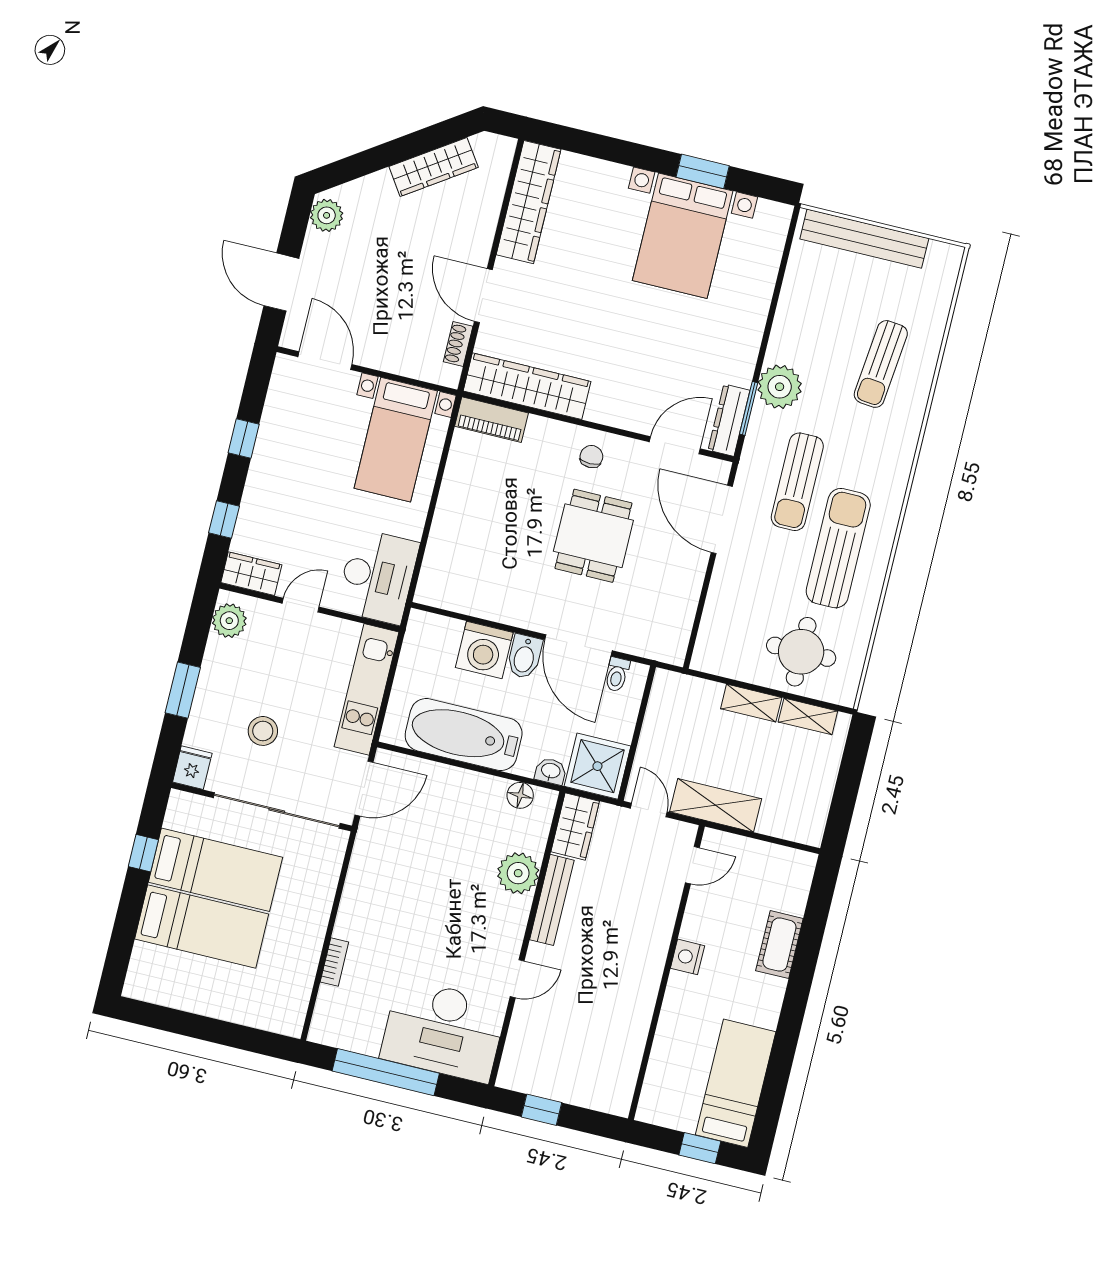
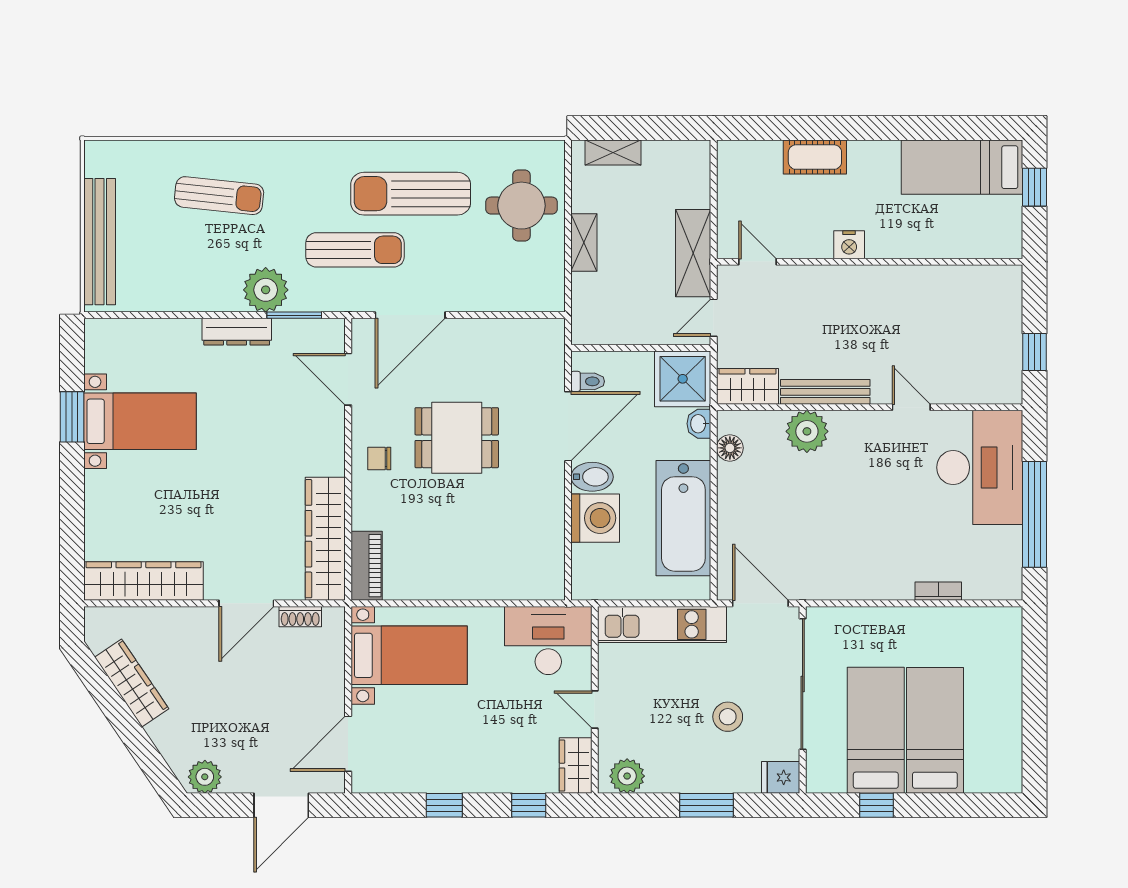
bed with nightstands: (683, 236) -> (140, 421), width x0.73
dresser: (729, 420) -> (237, 332), moved
shelving: (808, 716) -> (613, 153), moved, turned 90

